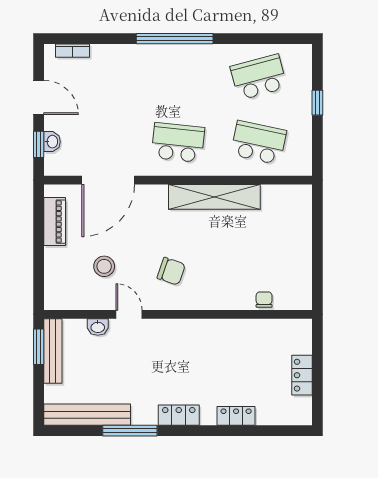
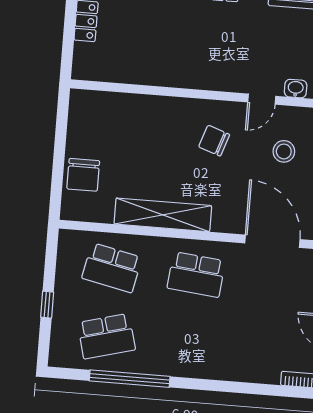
window: (175, 39) -> (130, 379), moved
door: (108, 180) -> (272, 241), hinge flipped
chair: (264, 300) -> (83, 175), moved, width x1.87, depth x1.87
door: (129, 314) -> (262, 99), hinge flipped

